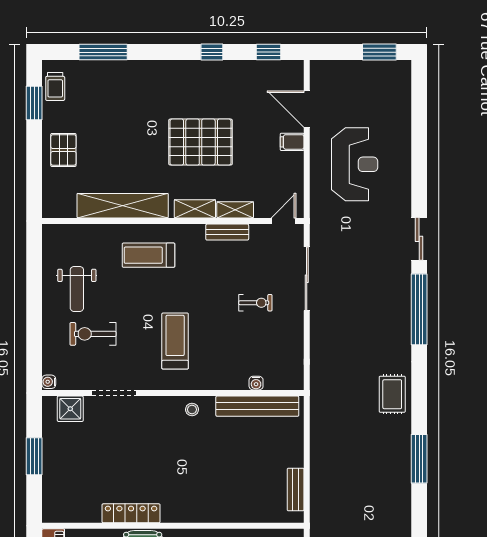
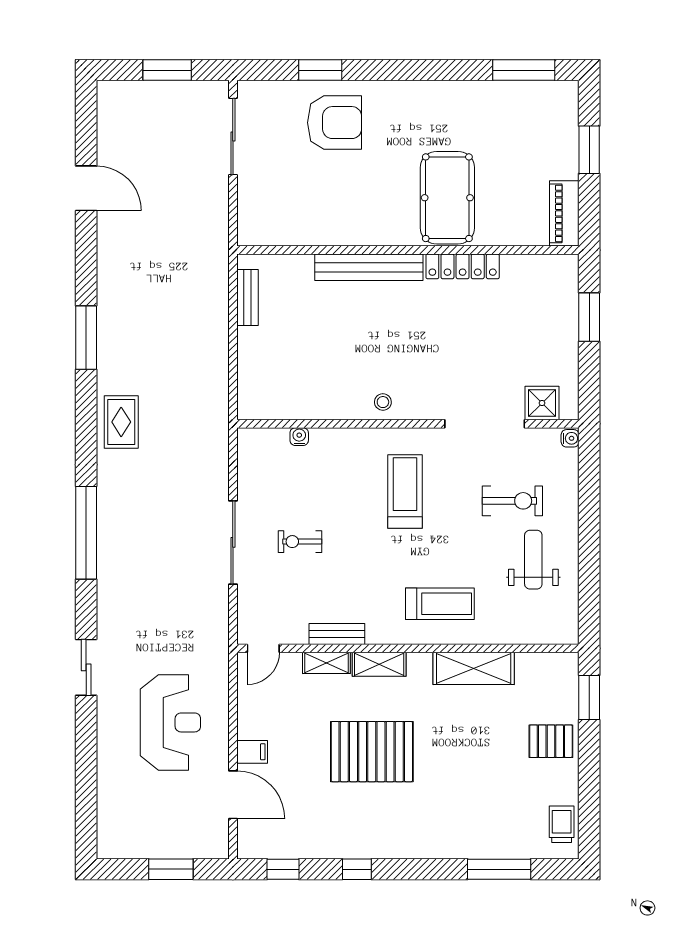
window: (379, 52) -> (171, 869), moved
window: (34, 103) -> (589, 698), moved
pallet: (63, 150) -> (551, 741), turned 90
reception desk: (355, 164) -> (170, 722), turned 180
shelving: (123, 206) -> (474, 668), width x0.68
sliding door: (419, 239) -> (86, 667), moved
sliding door: (307, 279) -> (233, 542), moved
treadmill: (175, 341) -> (405, 491), turned 180
doorway: (114, 393) -> (485, 424), width x1.36
bench: (257, 406) -> (369, 267), moved
window: (34, 456) -> (589, 317), moved

